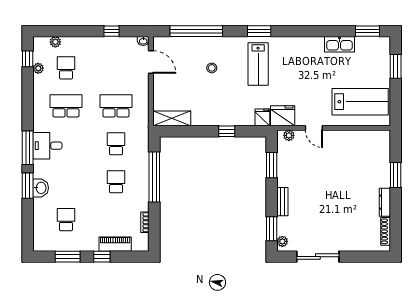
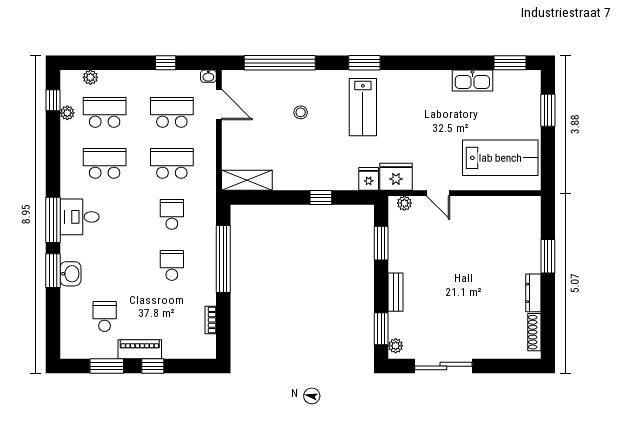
school desk: (66, 68) -> (105, 112), width x1.85
school desk: (116, 68) -> (172, 112), added
piano: (115, 244) -> (140, 349), moved

